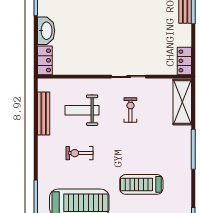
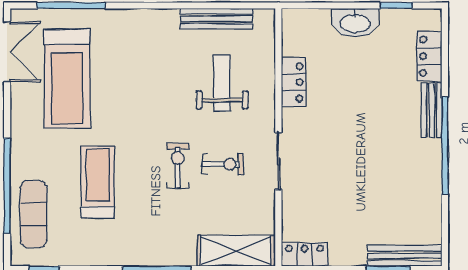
locker: (45, 60) -> (294, 82), moved, turned -90
exercise bike: (80, 153) -> (178, 166), moved

